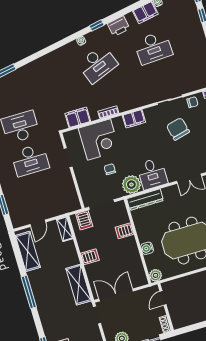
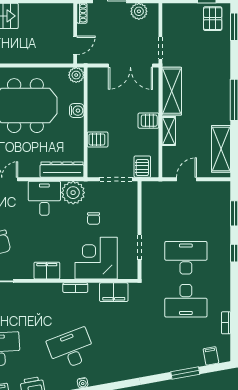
door: (38, 223) -> (186, 179), moved
shelving: (65, 229) -> (169, 131), moved

